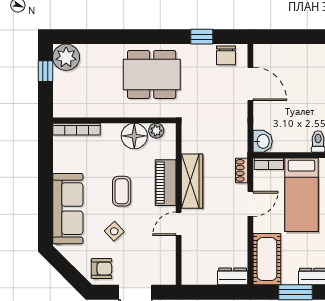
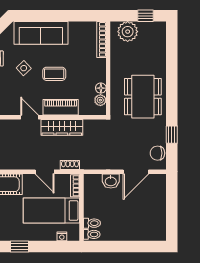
plant: (66, 57) -> (128, 32), moved
floor lamp: (134, 136) -> (101, 88), width x0.53, depth x0.53
washbasin: (263, 141) -> (111, 181), moved

